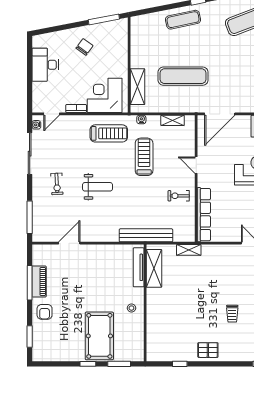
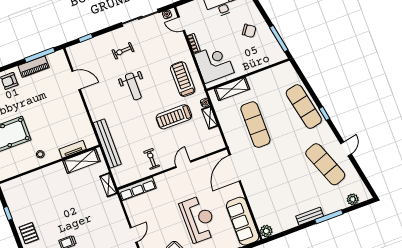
exercise mat: (183, 20) -> (304, 107), width x1.36, depth x1.45
door: (220, 114) -> (235, 168), hinge flipped
shelving: (173, 120) -> (210, 118), moved
treadmill: (109, 133) -> (183, 79), turned 180
treadmill: (144, 157) -> (174, 117), turned 180
row of seats: (204, 215) -> (137, 189), width x0.73
window: (30, 217) -> (86, 38), width x0.46
tv unit: (139, 267) -> (73, 149), width x0.71
window: (30, 283) -> (40, 55), moved

